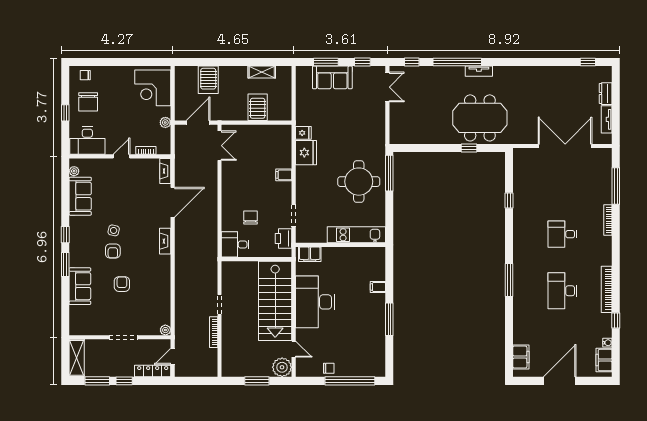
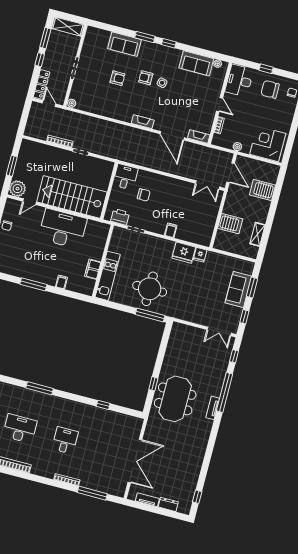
filing cabinet: (310, 254) -> (93, 269), moved

